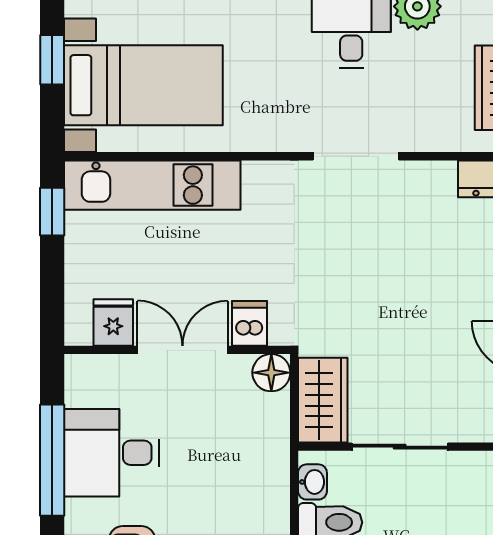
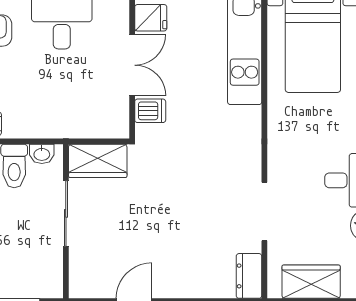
doorway: (356, 156) -> (264, 211), moved
floor lamp: (271, 373) -> (116, 126), removed

